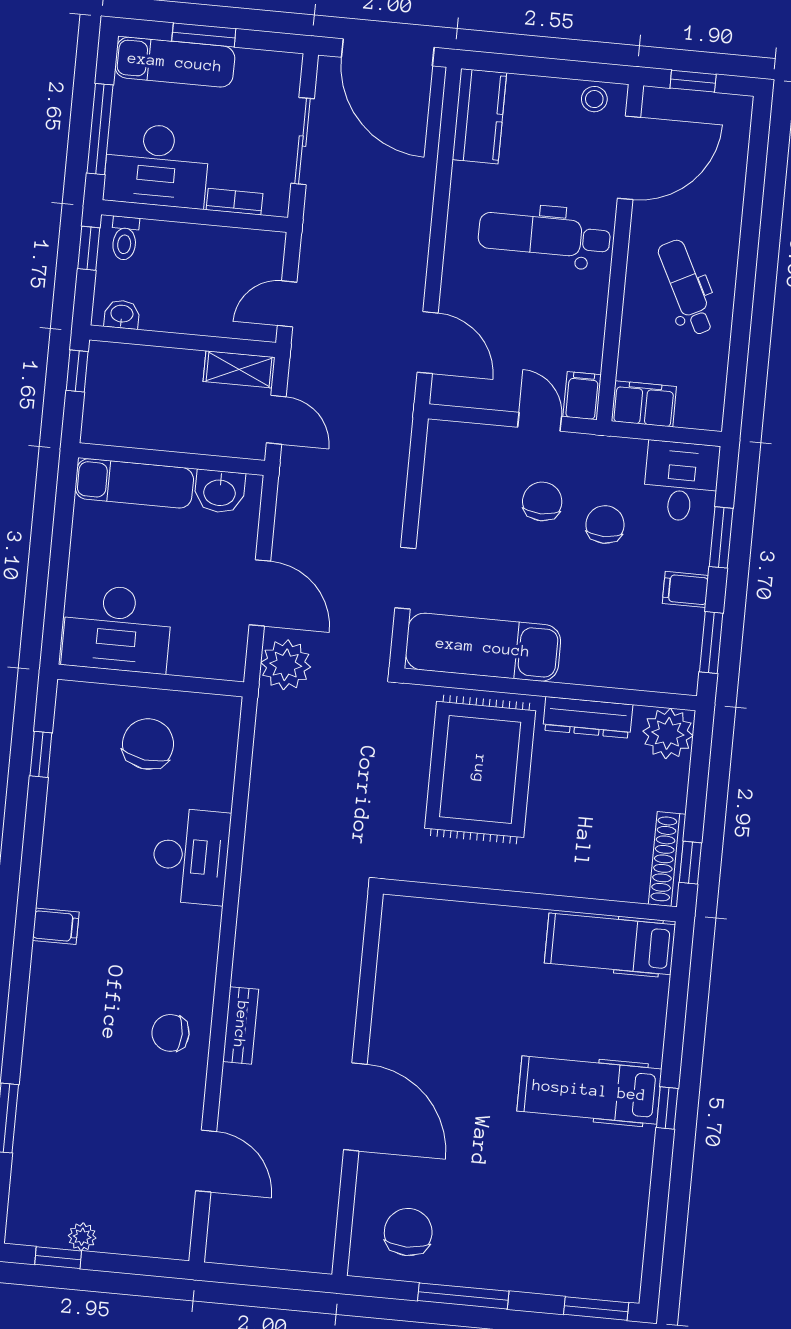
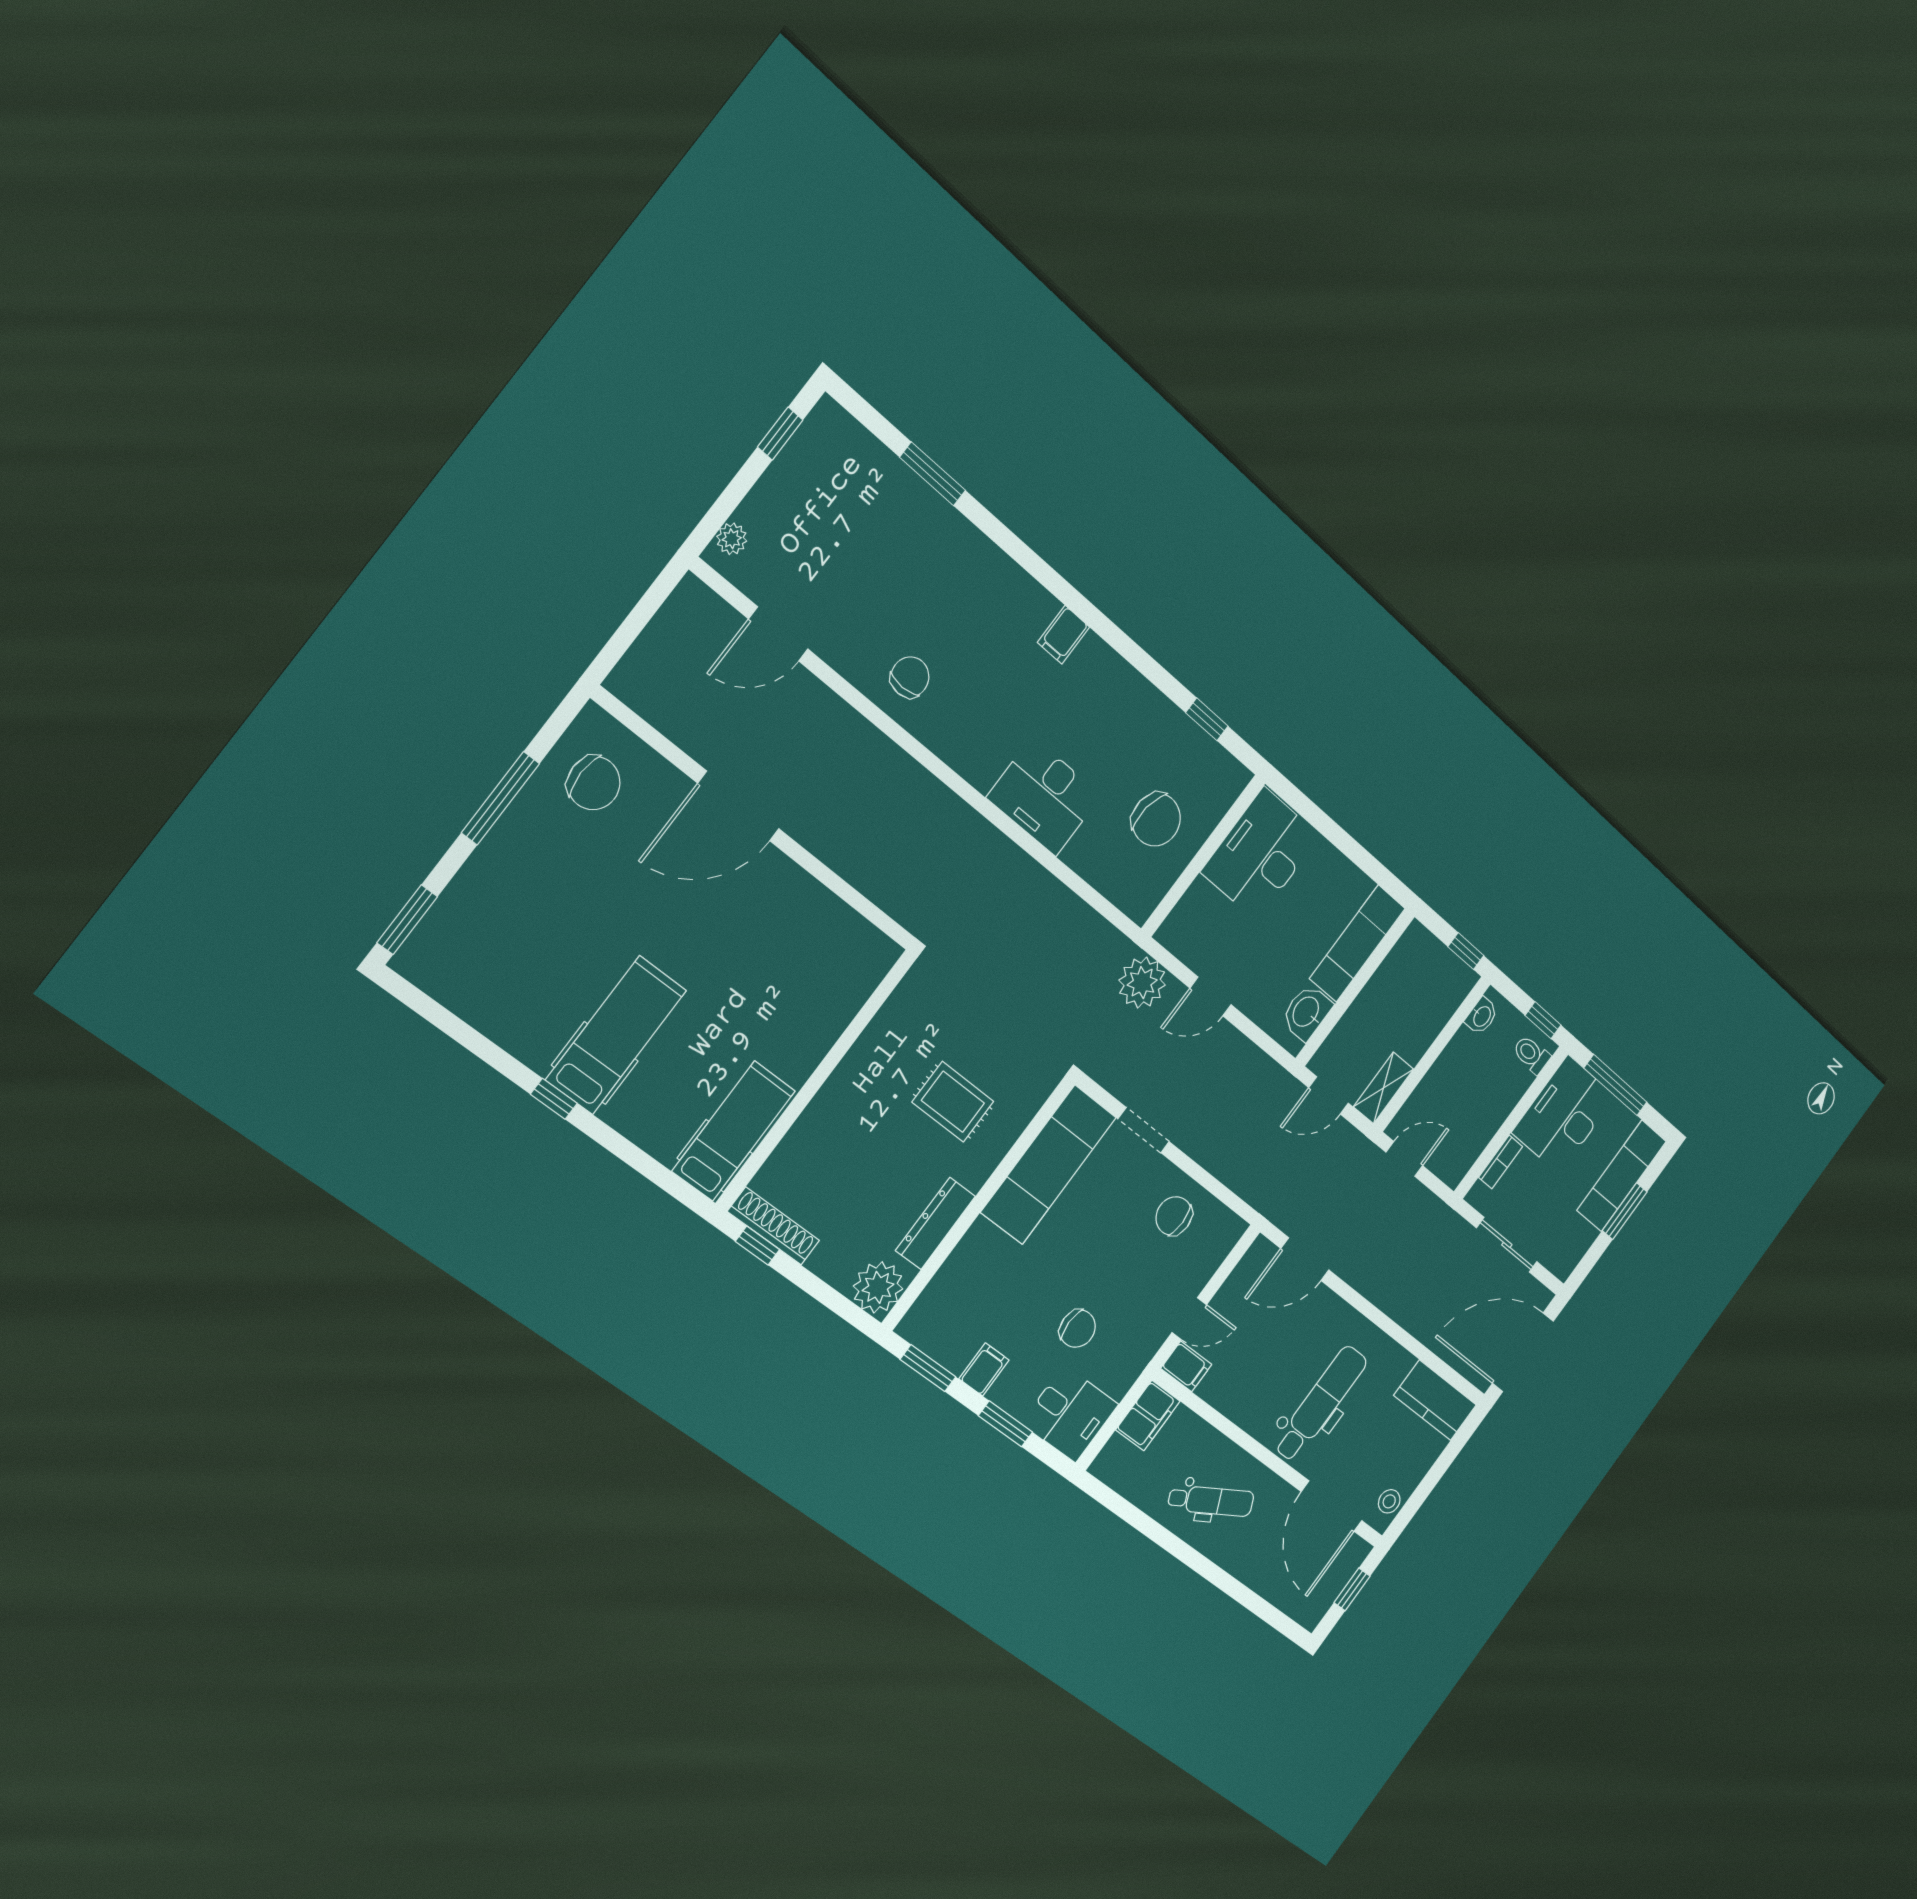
door: (287, 304) -> (1404, 1159), hinge flipped
chair: (542, 501) -> (1174, 1216), moved, turned 180
door: (260, 593) -> (1211, 996), width x0.73
rug: (480, 769) -> (953, 1102), width x0.54, depth x0.49
bench: (241, 1025) -> (876, 746), removed
plant: (82, 1237) -> (732, 539), moved

